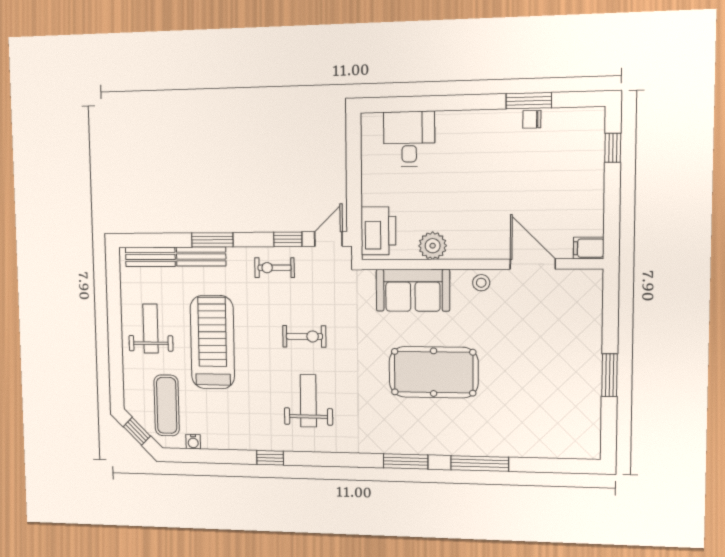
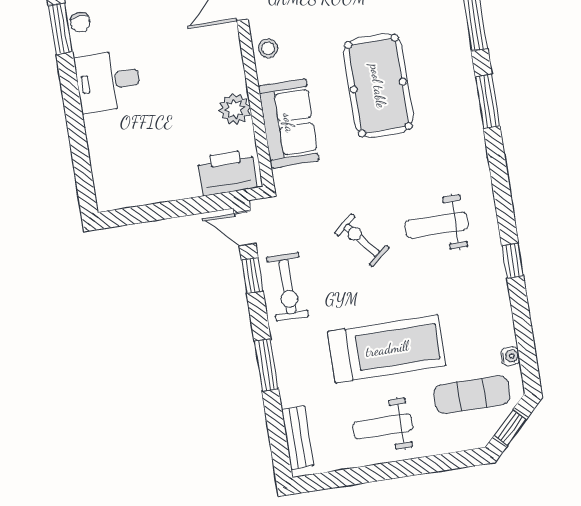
desk: (409, 139) -> (108, 81), moved
bench: (201, 257) -> (288, 376), removed
exercise bike: (275, 268) -> (287, 287), width x1.38, depth x1.39
exercise bike: (304, 336) -> (362, 240), turned -39
treadmill: (212, 342) -> (387, 349), turned 180

